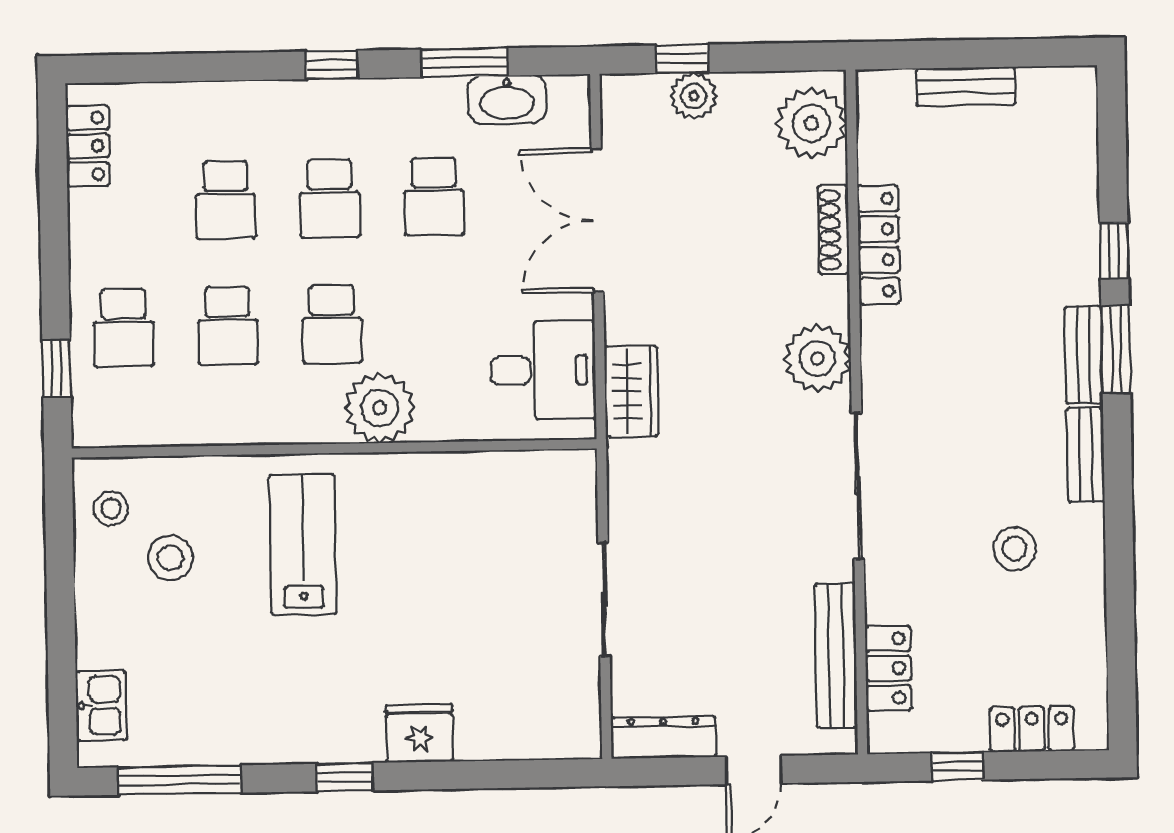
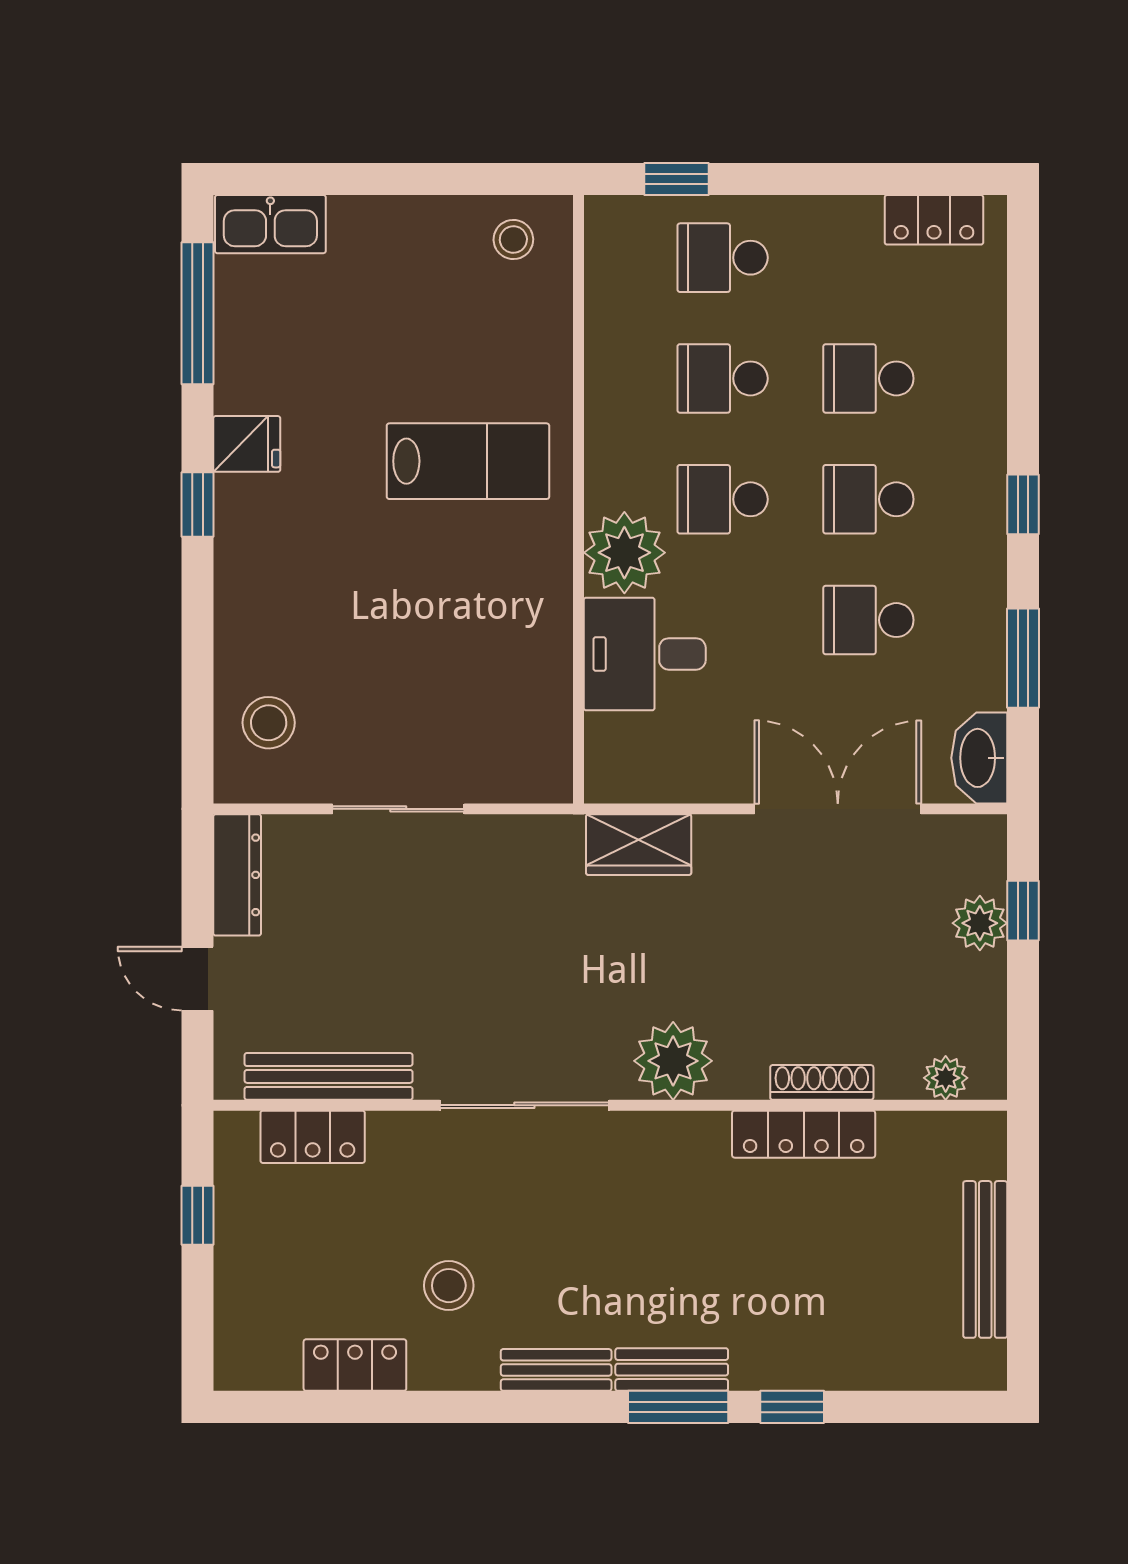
bench: (966, 86) -> (985, 1259), width x1.36
washbasin: (507, 100) -> (979, 758), moved
plant: (811, 123) -> (946, 1078), width x0.53, depth x0.53
desk: (543, 370) -> (645, 654), moved, turned 90
stool: (171, 558) -> (269, 723), moved
kitchen sink: (101, 705) -> (270, 224), width x1.38
locker: (1032, 729) -> (355, 1365), moved, turned -90
fridge: (420, 733) -> (247, 444), moved, width x0.72

